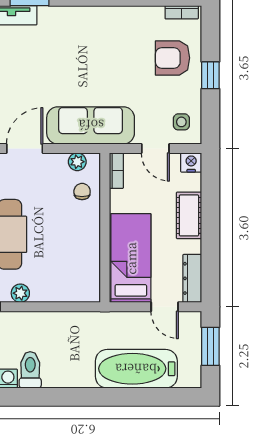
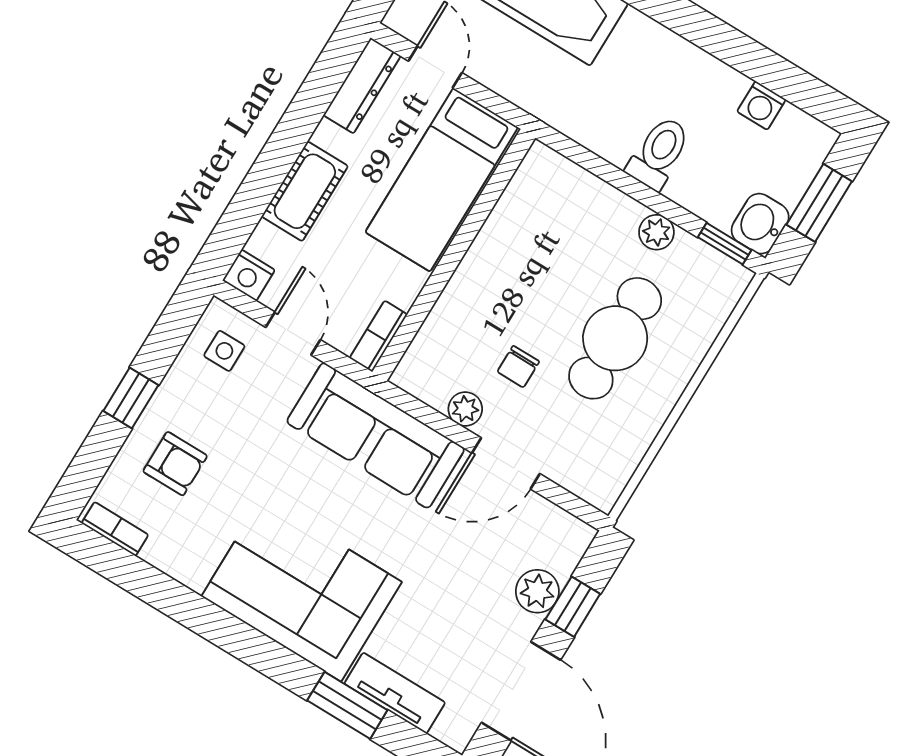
corner sofa: (82, 36) -> (302, 589), added
armchair: (173, 58) -> (175, 464), width x0.72, depth x0.72
plant: (77, 162) -> (465, 409), moved
chair: (82, 192) -> (518, 367), moved
toilet: (30, 370) -> (659, 153), moved, turned 180

